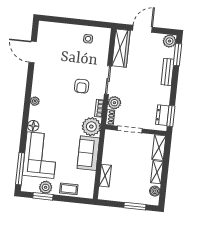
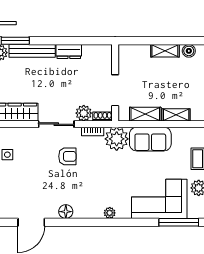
bench: (168, 72) -> (32, 51), width x1.36
plant: (35, 101) -> (110, 213), moved
dresser: (162, 115) -> (69, 52), moved
window: (171, 116) -> (93, 41), removed
floor lamp: (33, 126) -> (66, 212), moved
shelving: (159, 148) -> (145, 114), moved

